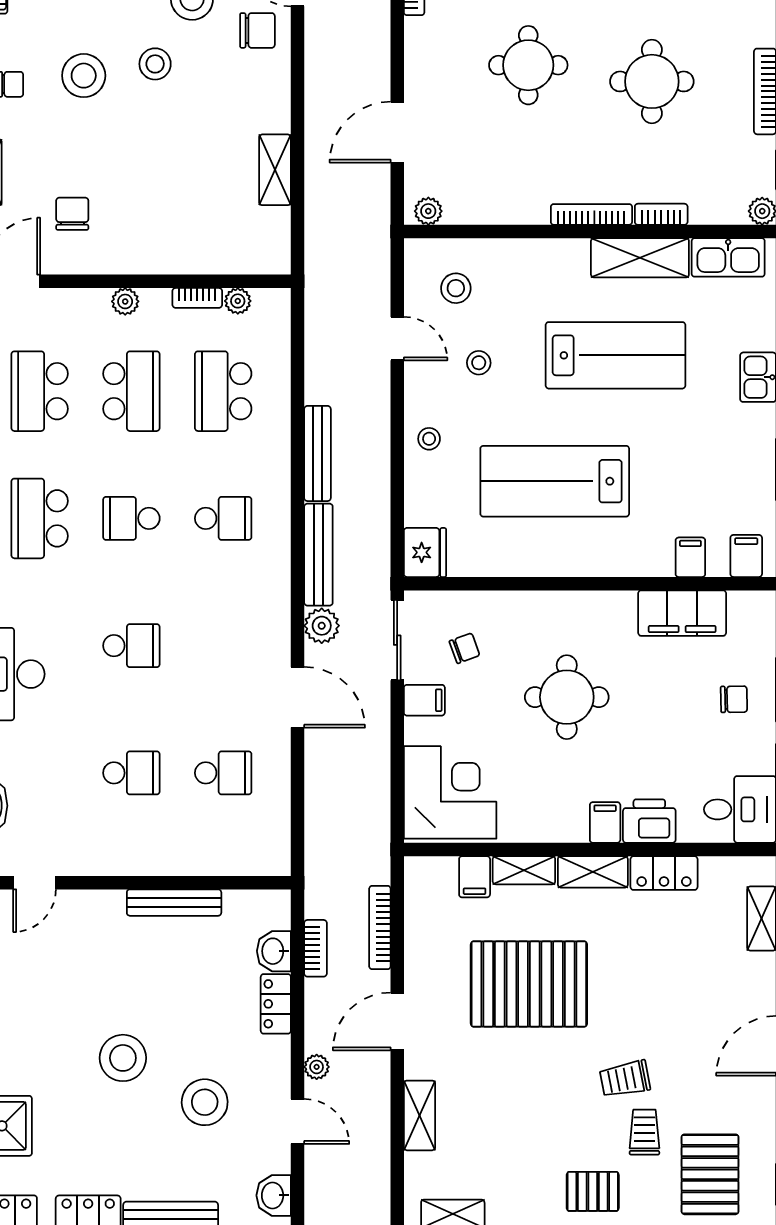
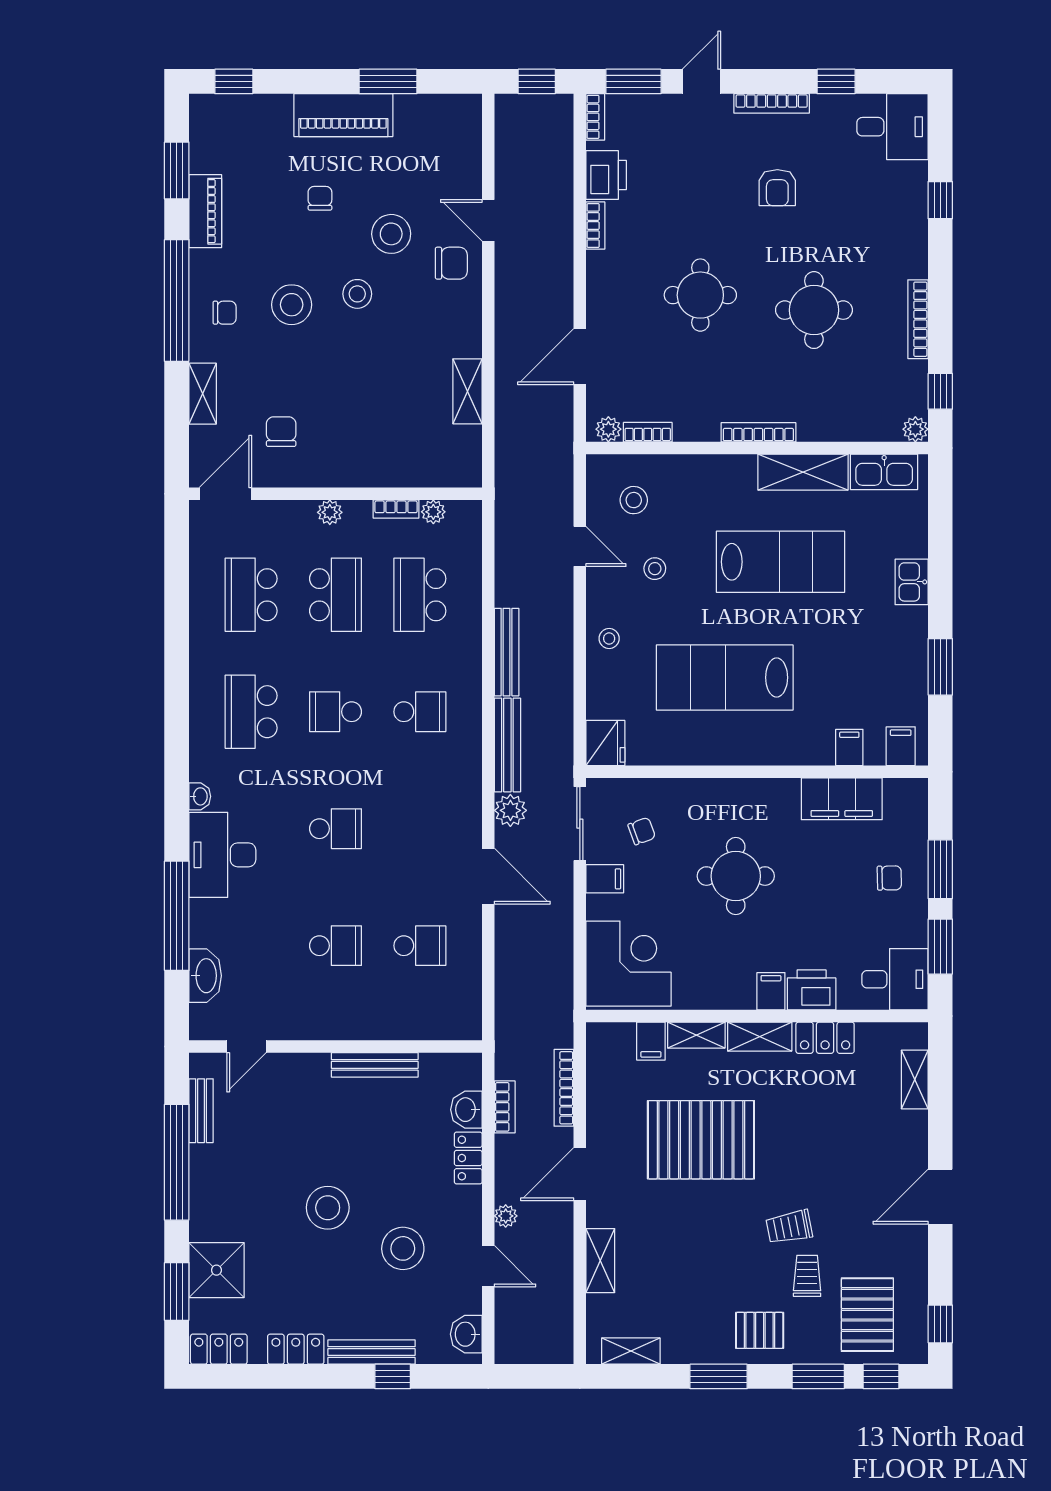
bookcase: (661, 214) -> (648, 432), moved

